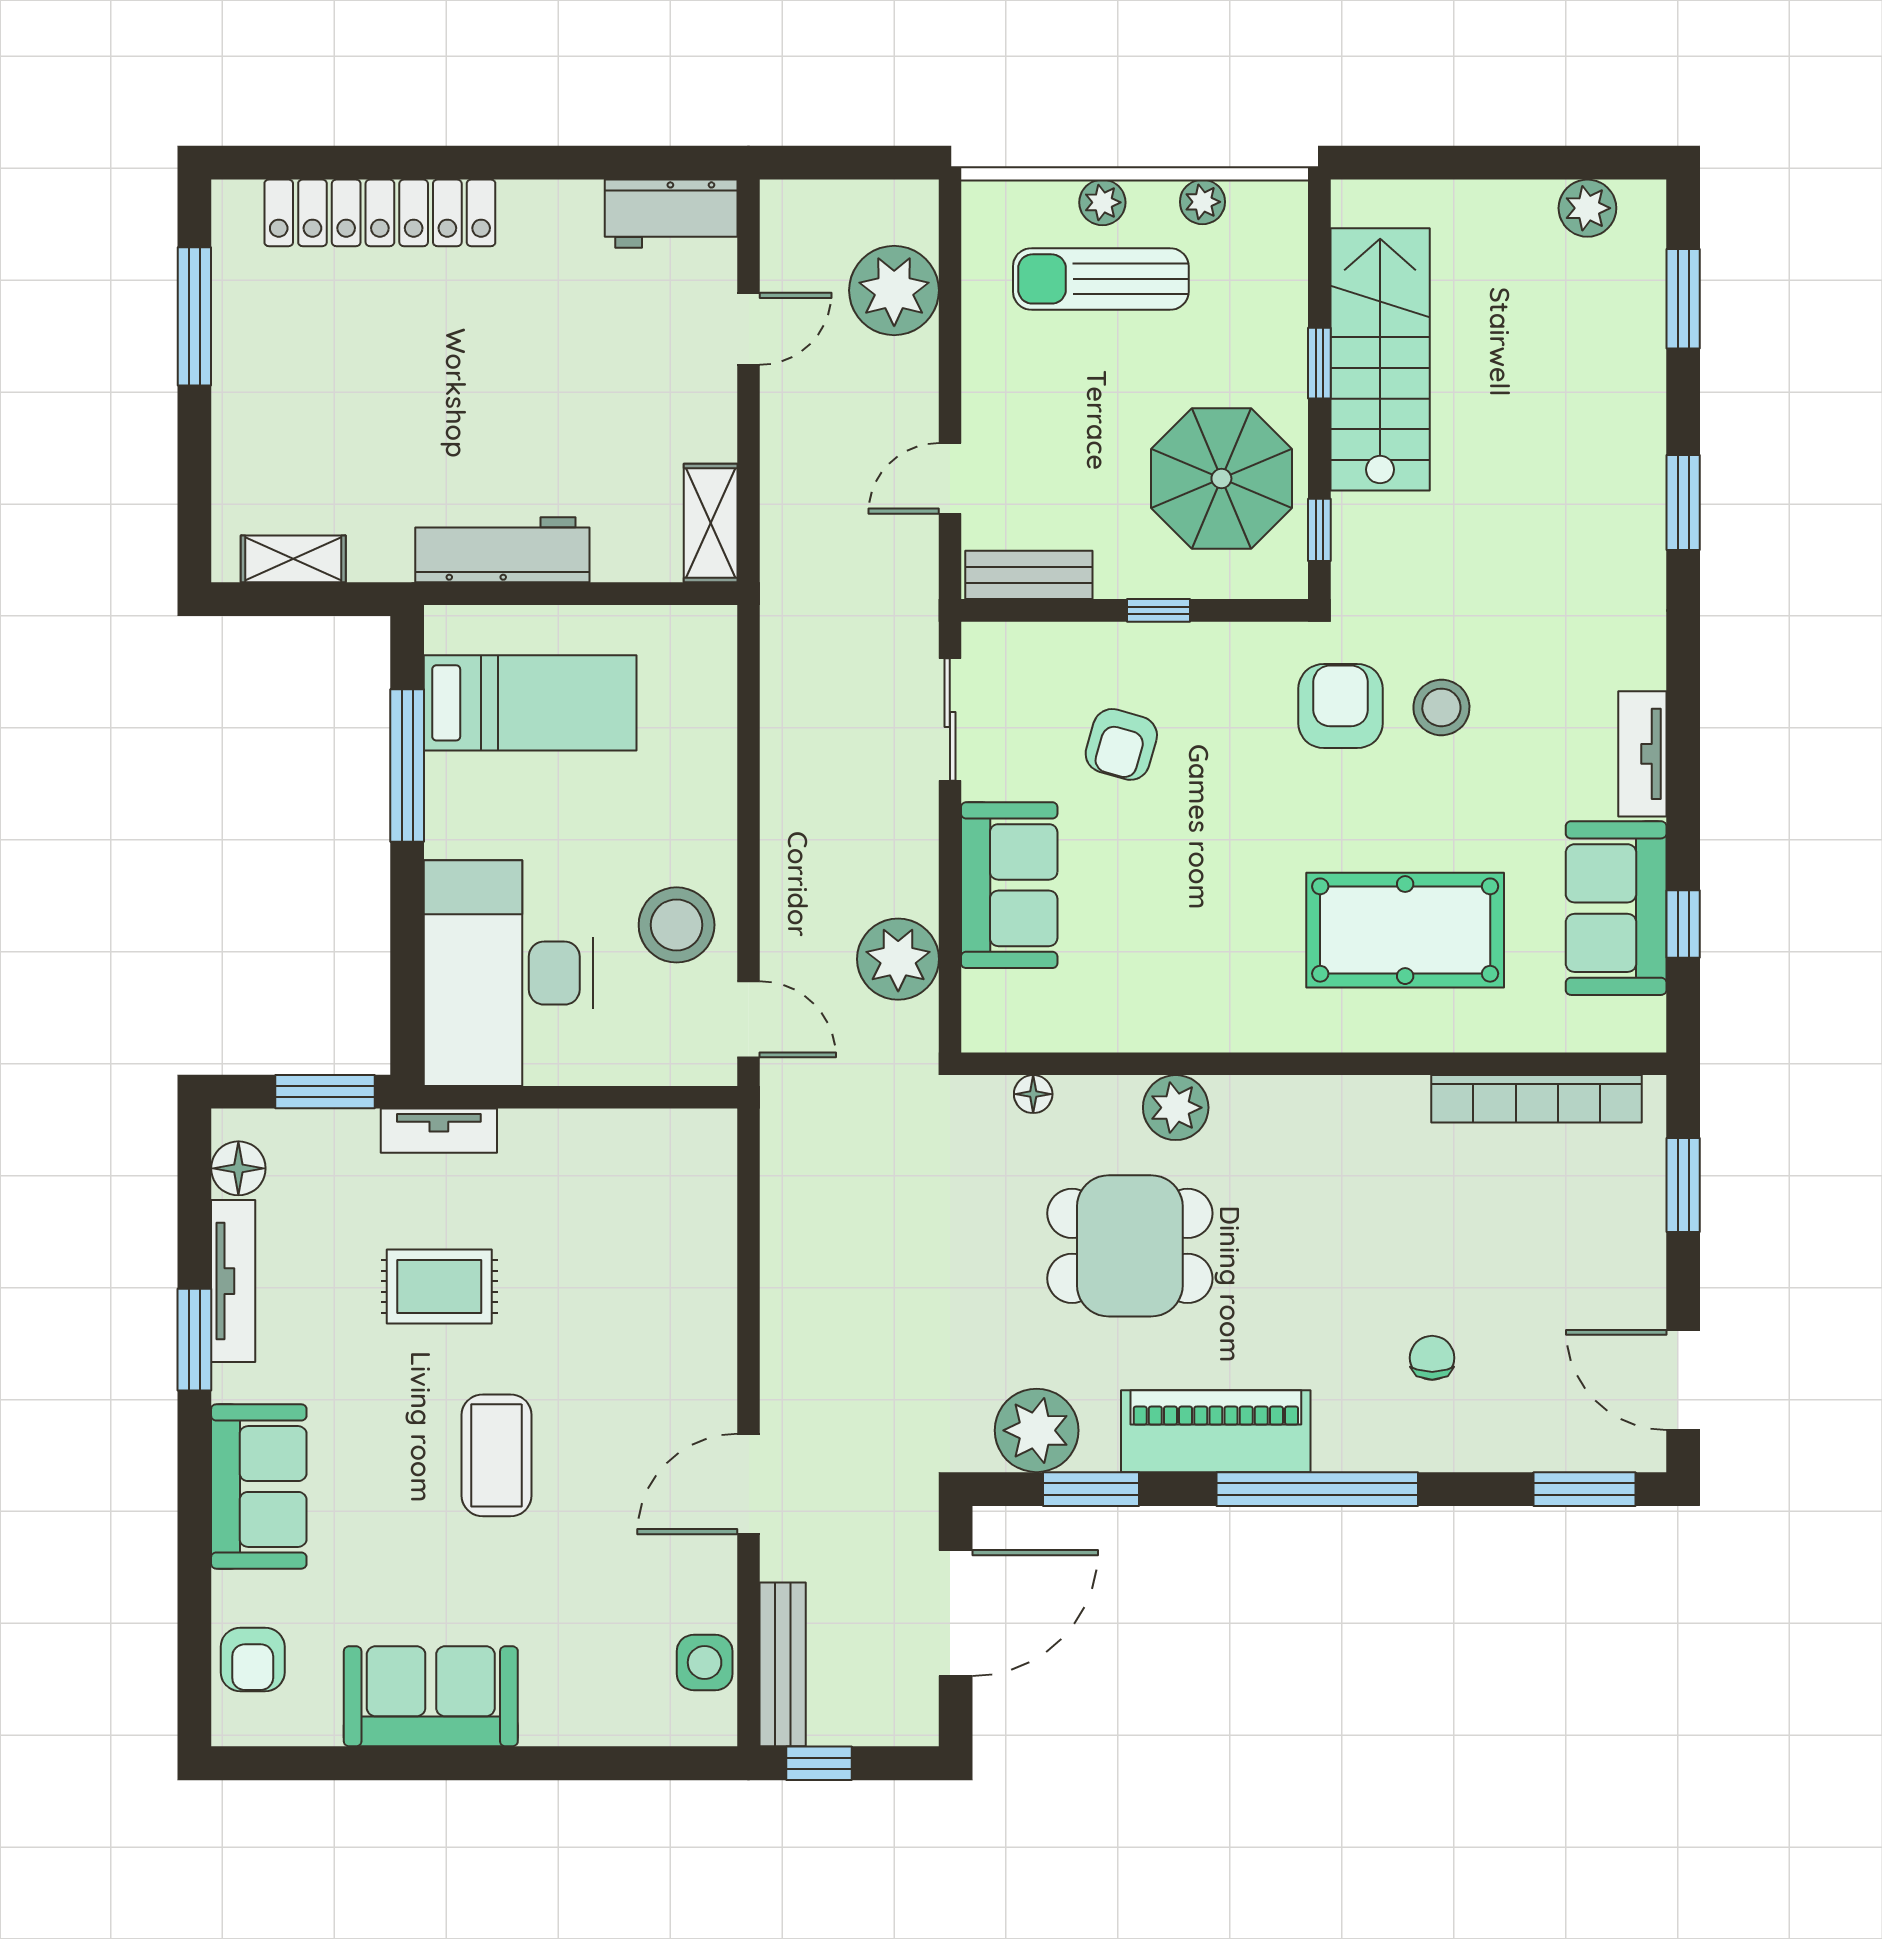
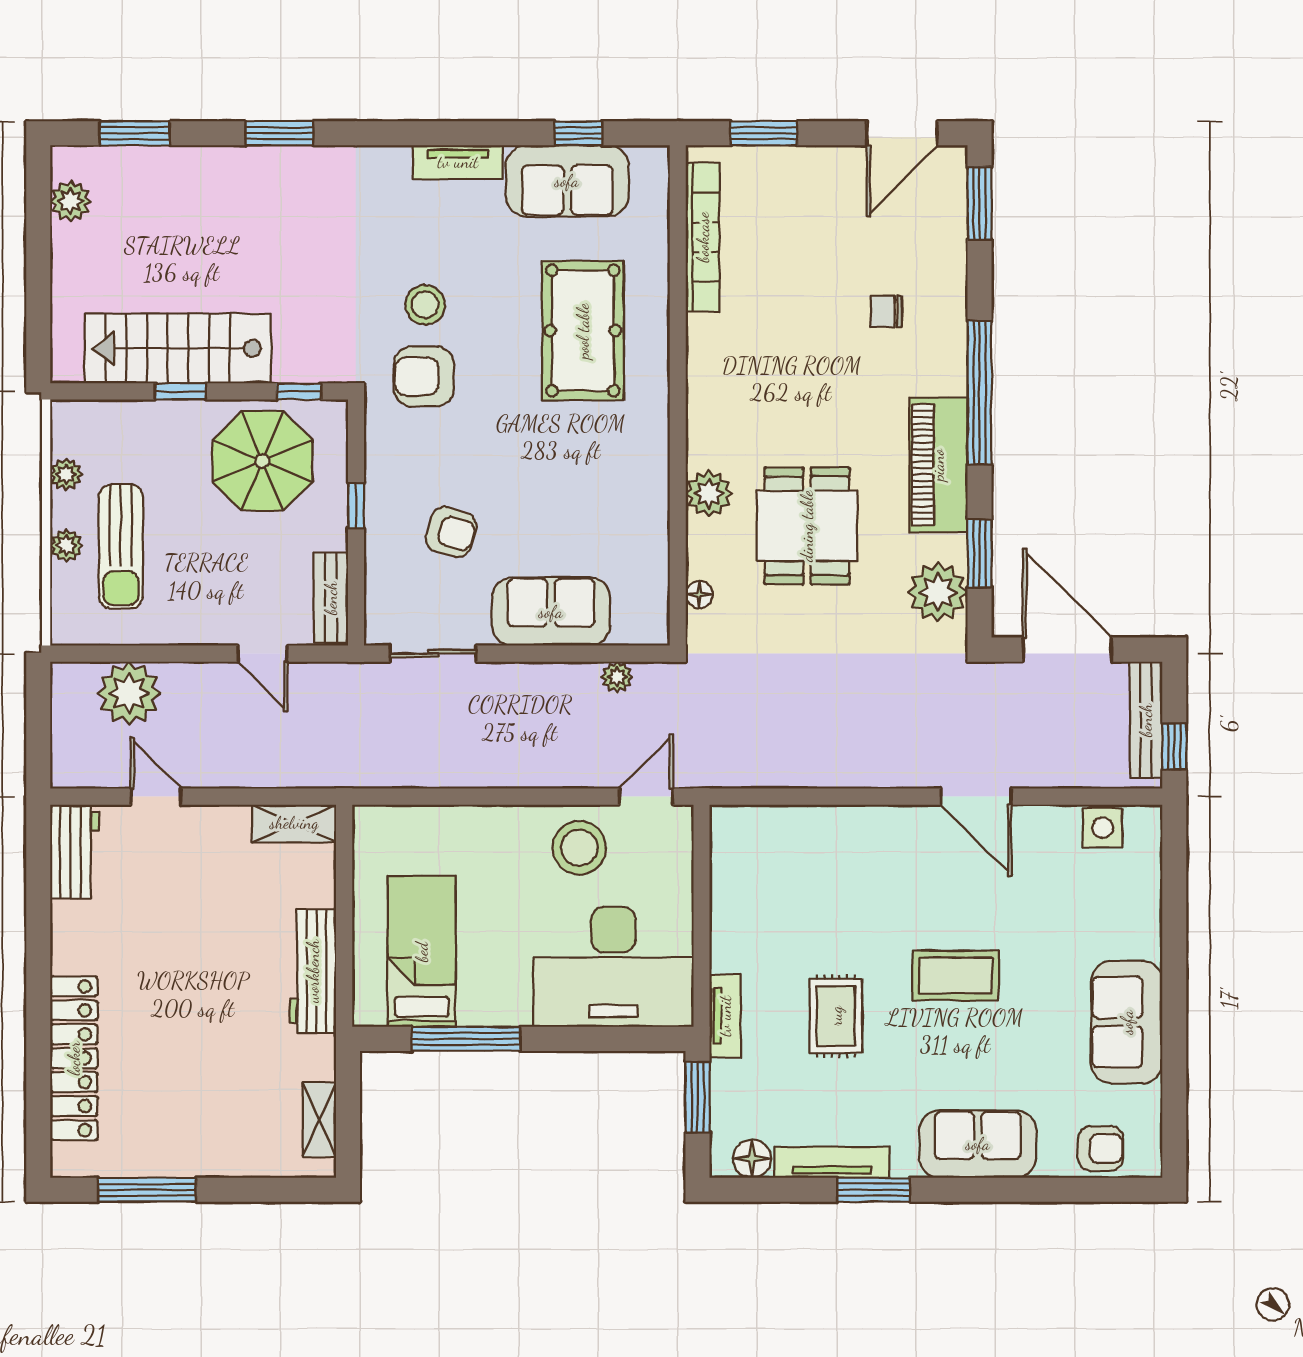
plant: (898, 959) -> (617, 677), width x0.53, depth x0.53
bench: (783, 1664) -> (1146, 720), moved, turned 90

